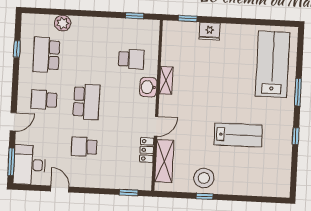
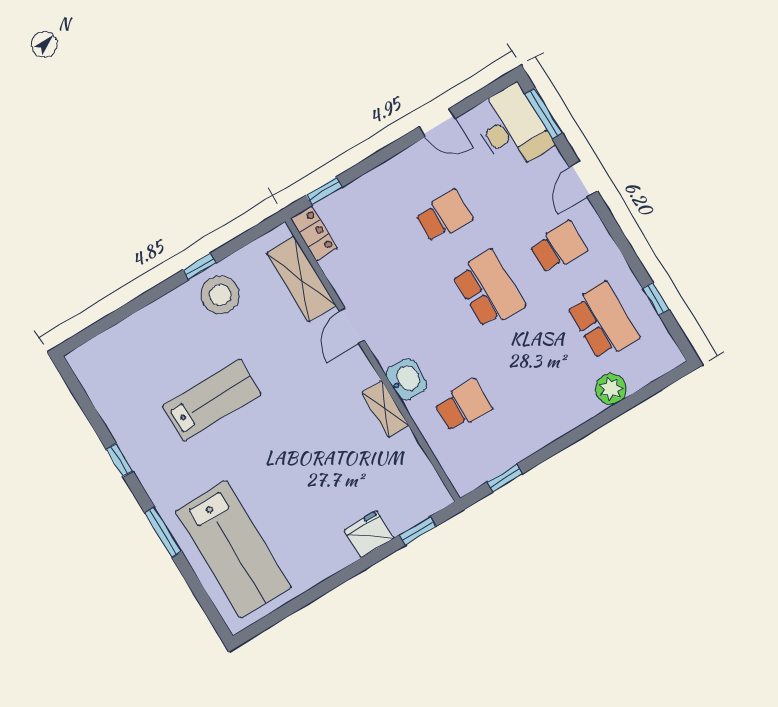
school desk: (131, 59) -> (463, 406), turned 180
school desk: (86, 102) -> (489, 290), turned 180
lab bench: (238, 135) -> (212, 400), turned 180
locker: (147, 150) -> (314, 233), moved

